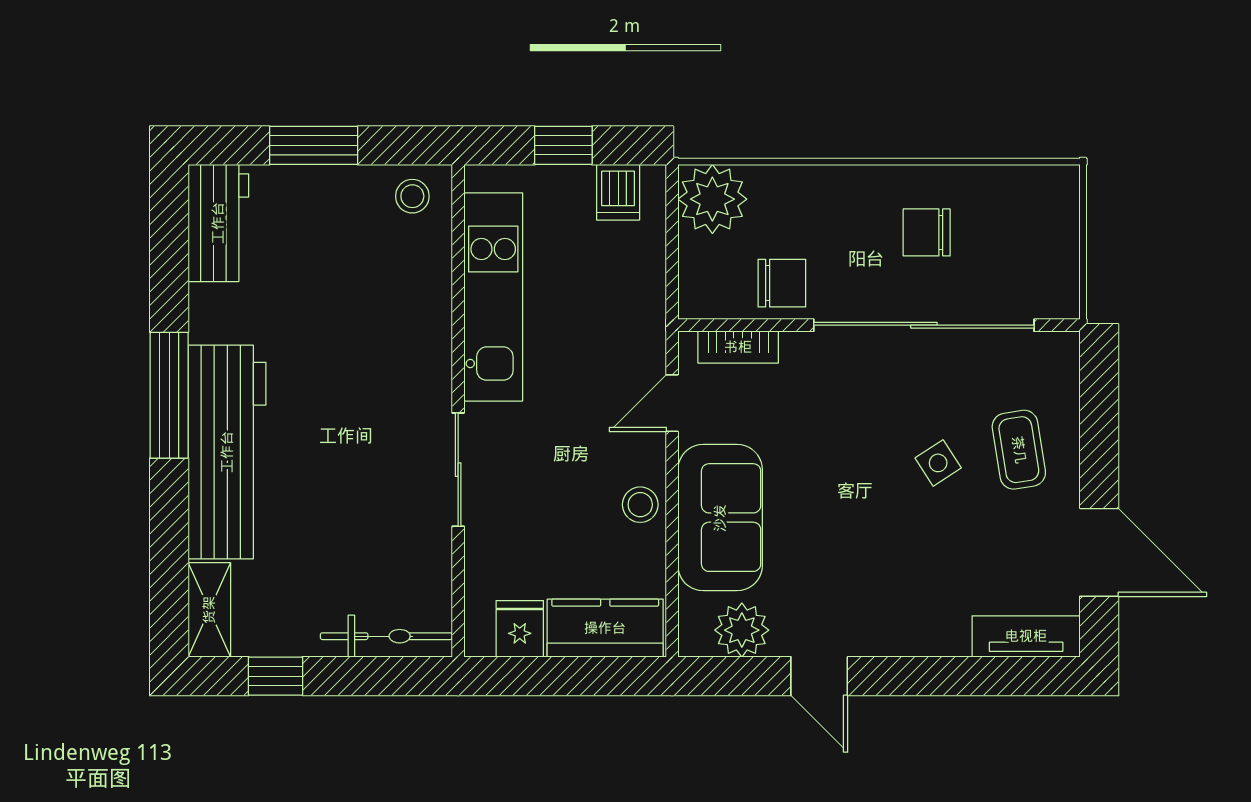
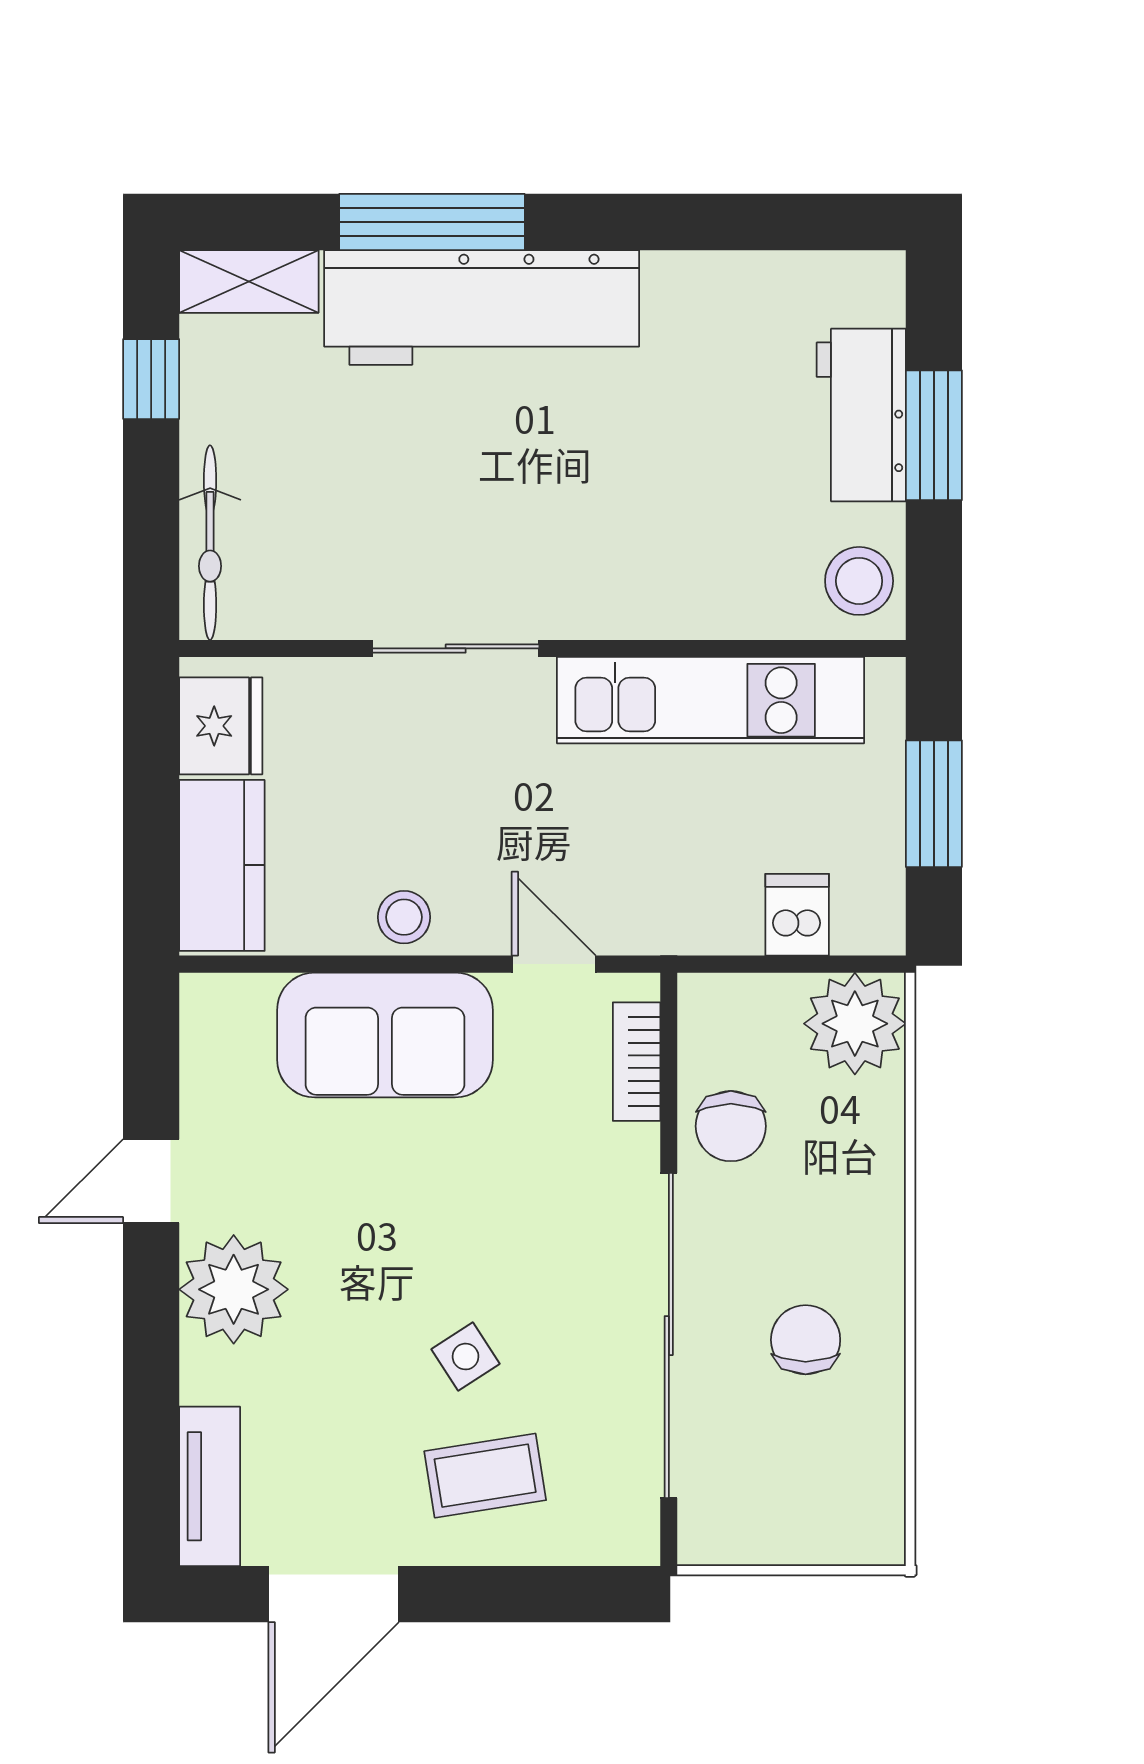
window: (563, 145) -> (934, 804), width x1.50
dishwasher: (618, 192) -> (797, 915), moved, turned 90
stool: (412, 196) -> (859, 581), width x1.37, depth x1.37
workbench: (218, 223) -> (861, 415), moved, turned 90
window: (169, 395) -> (432, 222), moved
fridge: (520, 629) -> (221, 726), width x1.38
plant: (742, 630) -> (234, 1289), moved, width x1.36, depth x1.36

